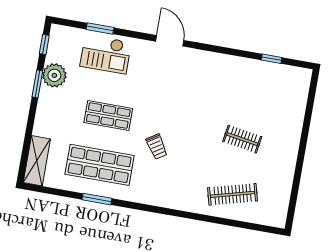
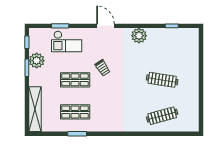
plant: (219, 65) -> (139, 36), added
clothes rail: (242, 139) -> (162, 80), width x1.36
trolley: (157, 147) -> (103, 68), moved
shelving: (37, 161) -> (35, 109), width x1.47
shop shelf: (100, 165) -> (75, 112), width x0.70, depth x0.74

